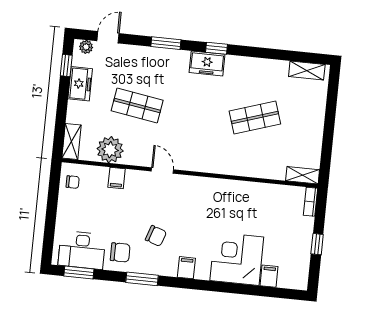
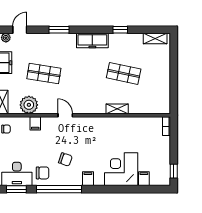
window: (217, 48) -> (120, 30), moved
freezer: (207, 63) -> (92, 41), width x1.40
shop shelf: (255, 118) -> (124, 73), turned 30
shelving: (303, 175) -> (117, 109), moved
window: (317, 244) -> (174, 171), moved
window: (142, 279) -> (59, 189), width x2.11

